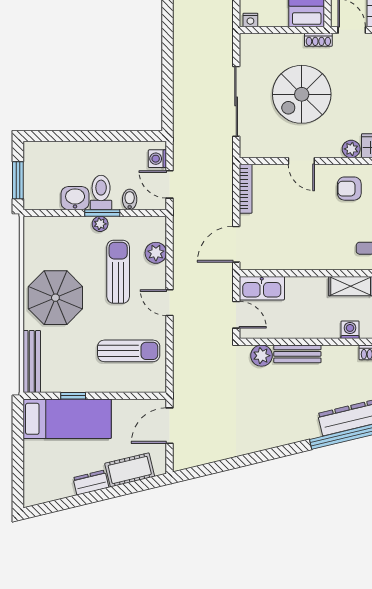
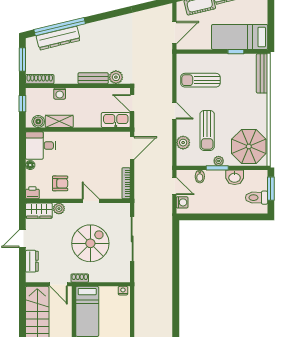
toilet: (101, 192) -> (257, 198), moved, turned 90
parasol: (55, 298) -> (249, 146), moved

